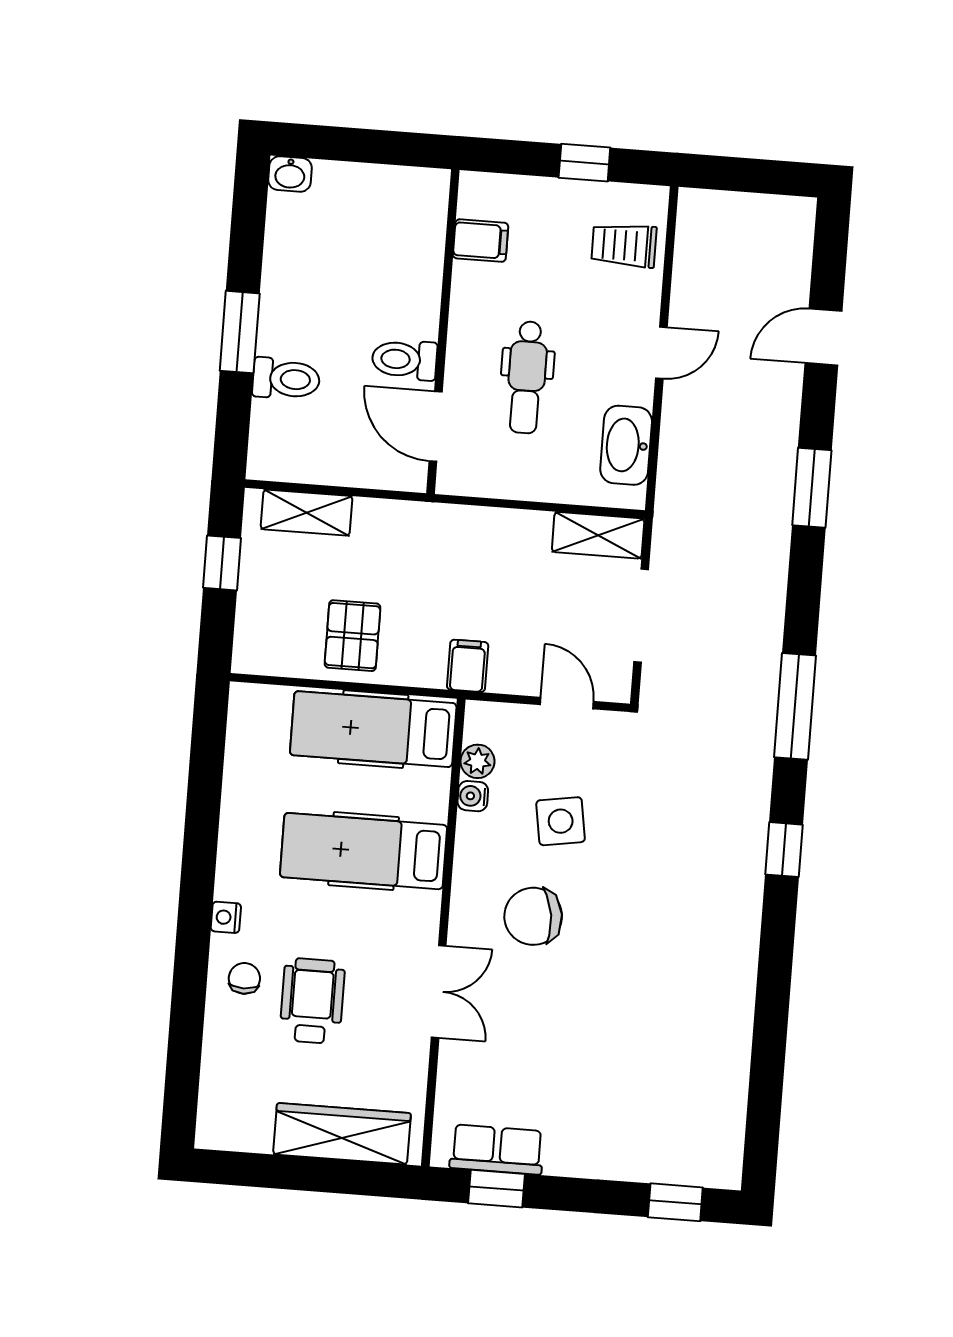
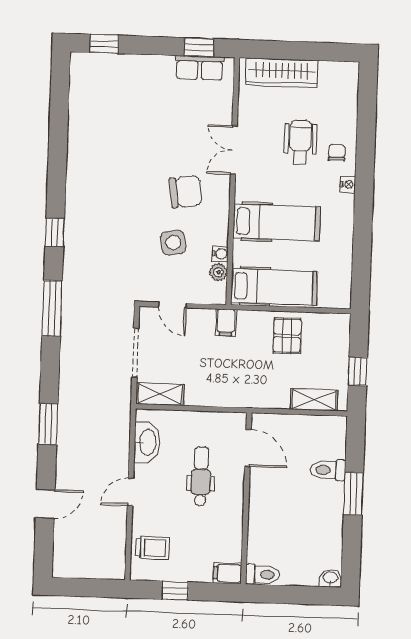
filing cabinet: (481, 241) -> (227, 573), moved
toilet: (404, 360) -> (263, 574), moved
chair: (244, 978) -> (337, 153), turned 180
wheelchair: (312, 1001) -> (300, 142), turned 180

